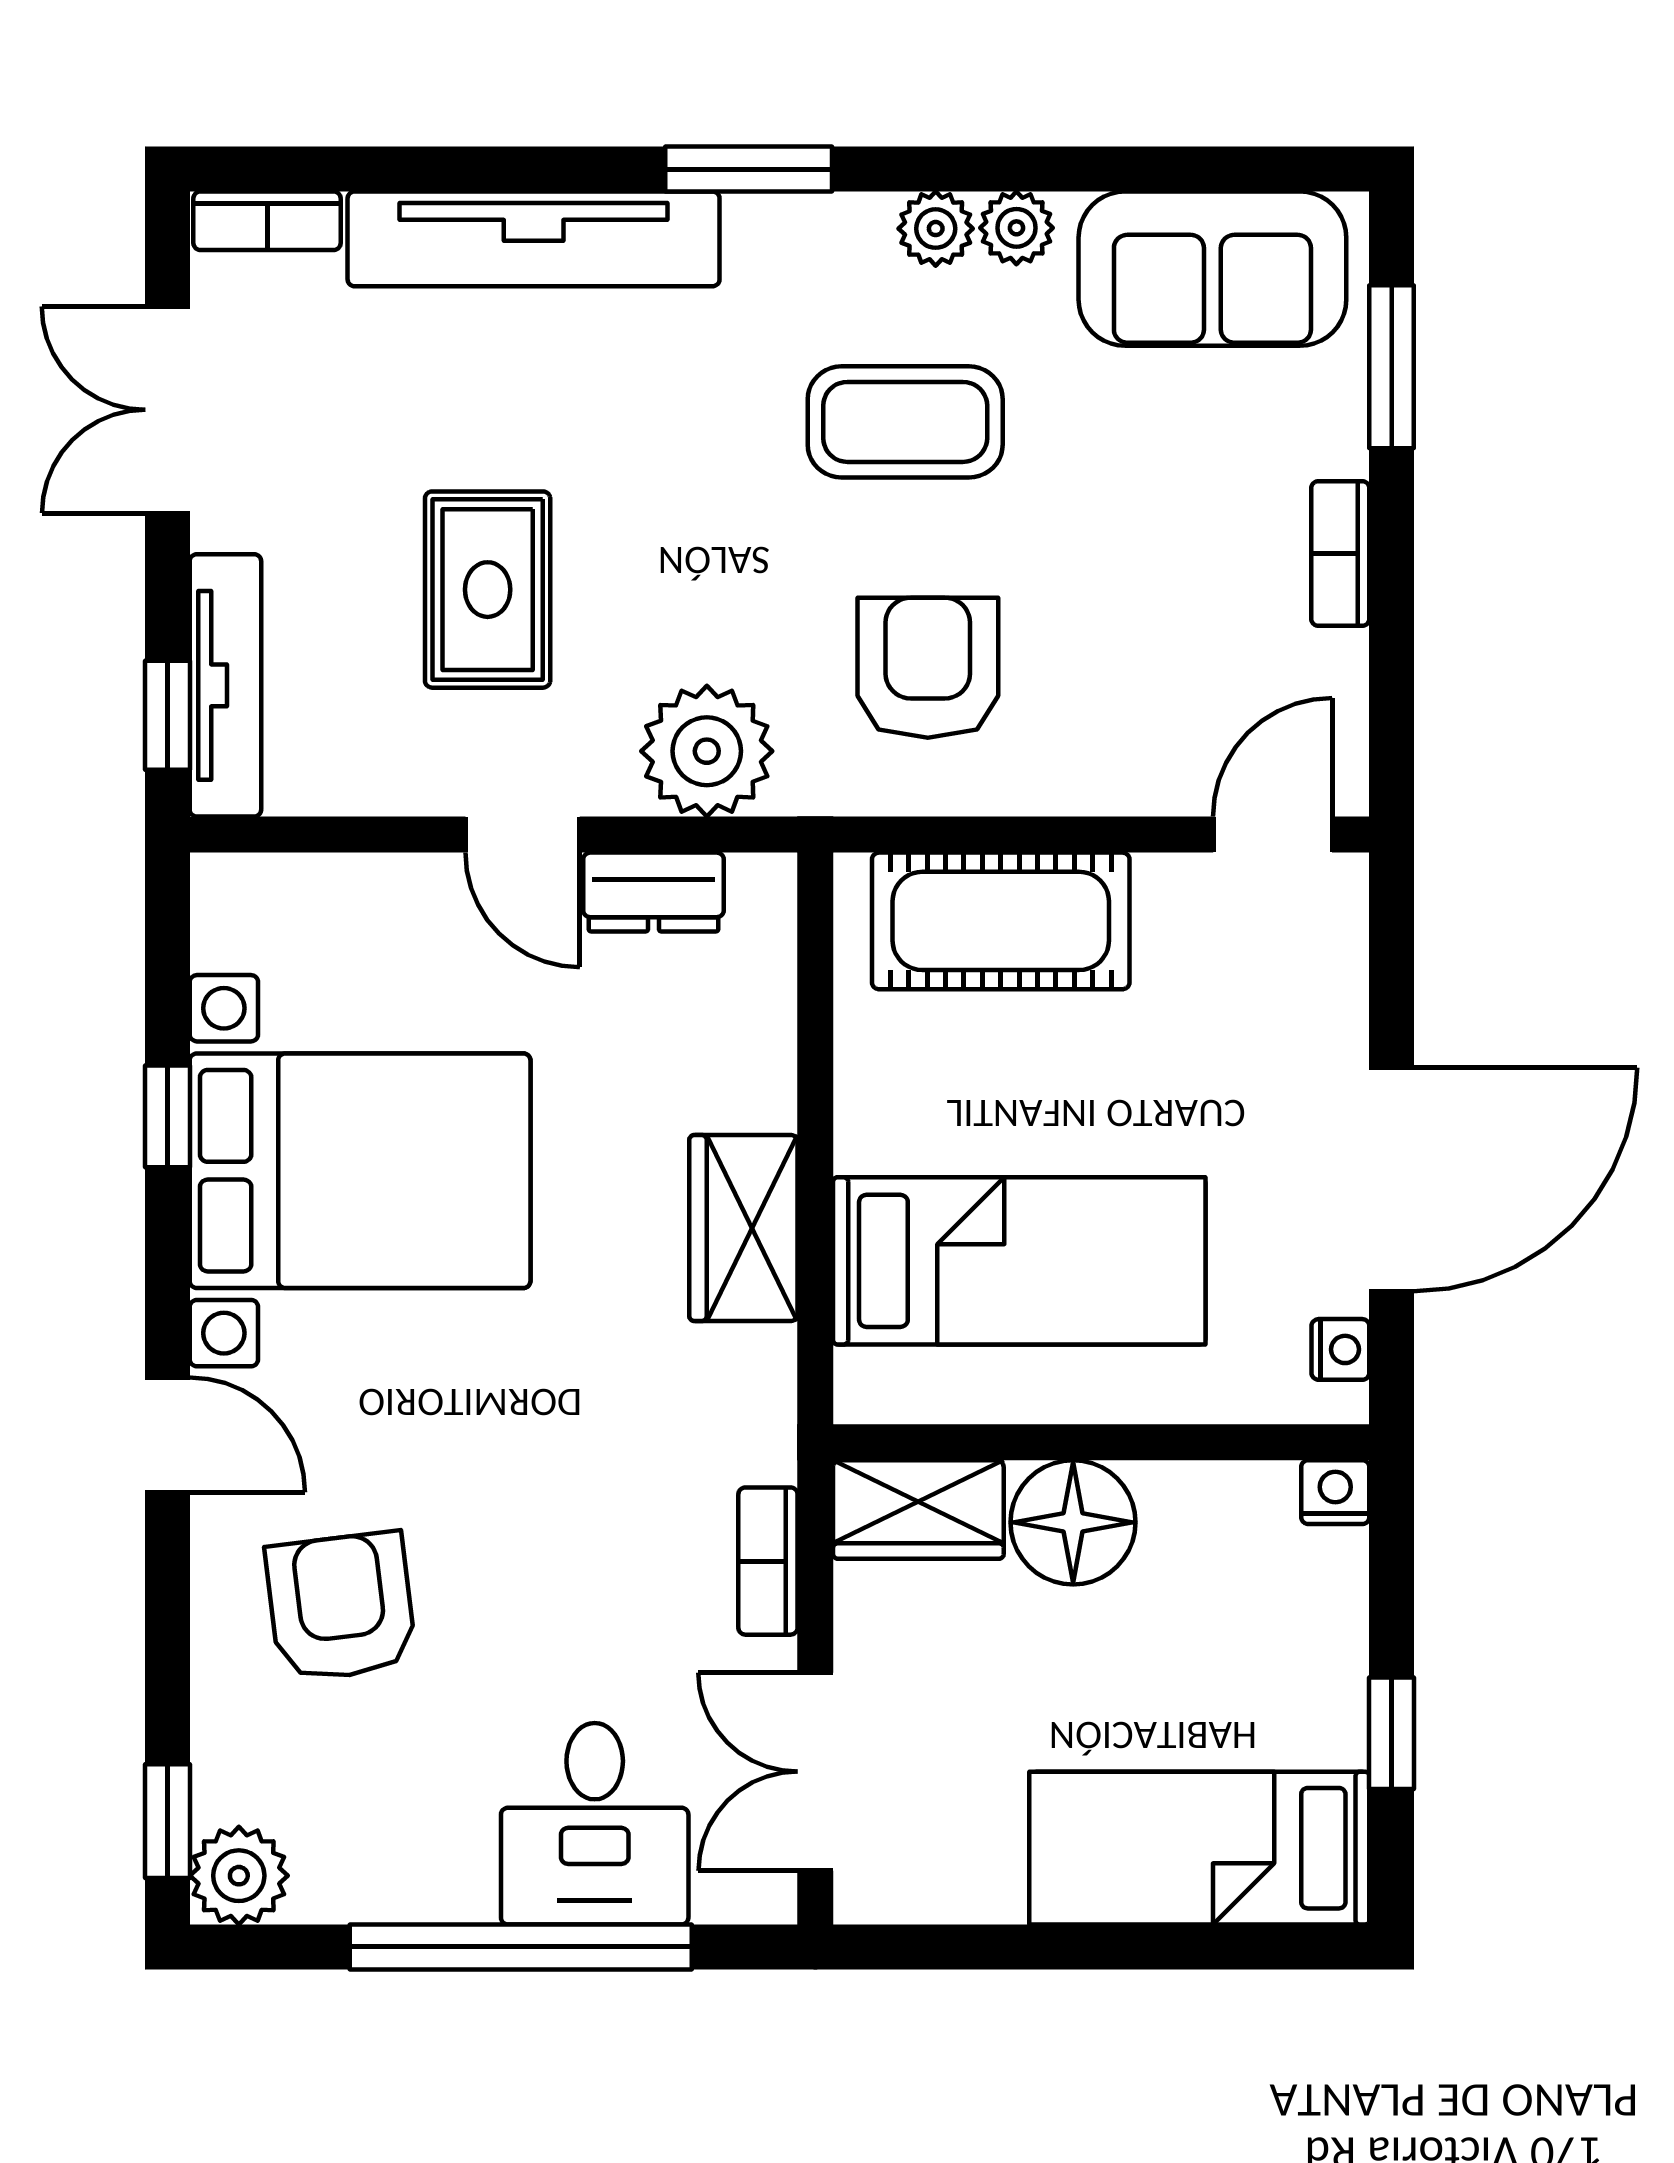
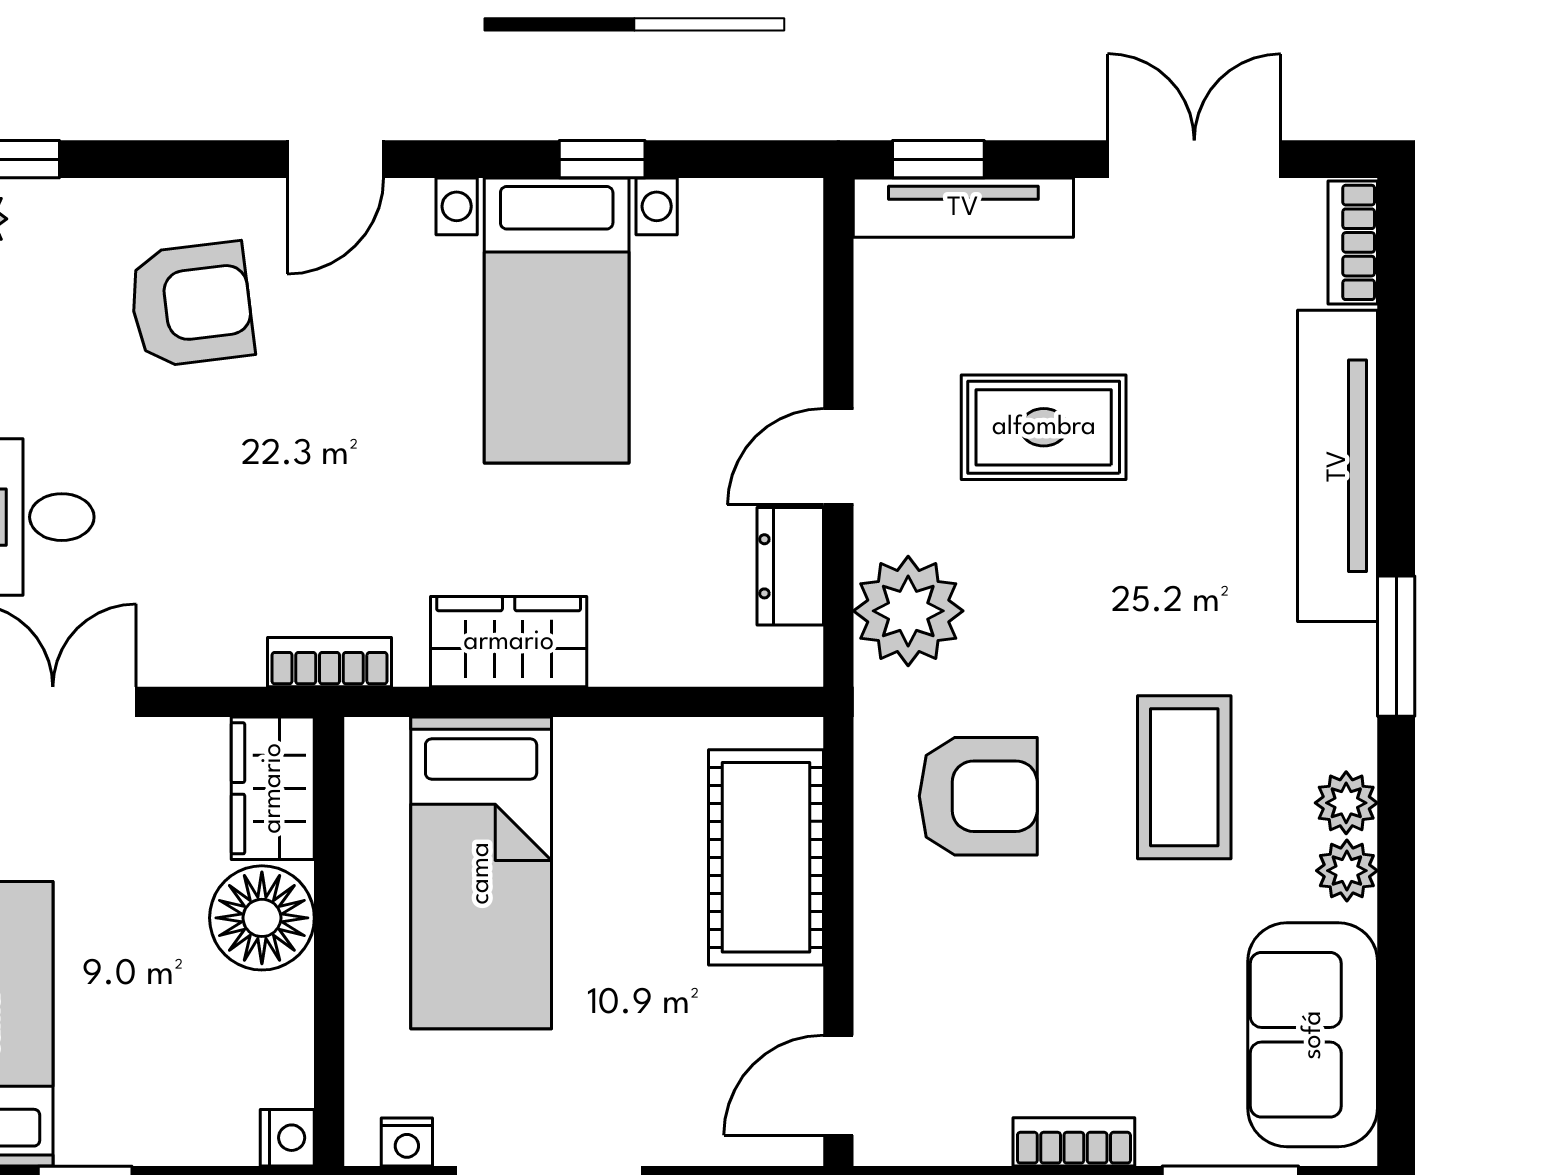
door: (1273, 835) -> (838, 1085), swing flipped
bed with nightstands: (360, 1171) -> (557, 320), width x0.73
bookcase: (768, 1561) -> (329, 662), moved

